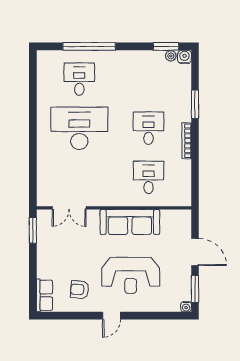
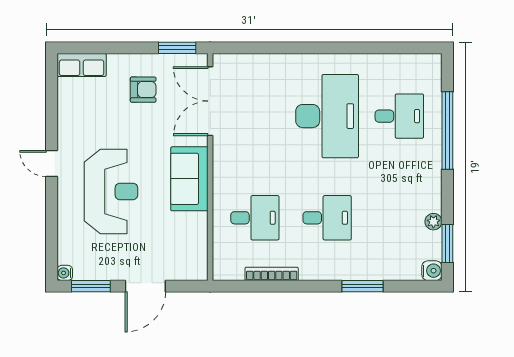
plant: (171, 56) -> (433, 222), moved
bookcase: (187, 141) -> (272, 274), moved
double door: (69, 208) -> (210, 101), width x1.37
sofa: (130, 222) -> (189, 179), width x0.73
reception desk: (131, 275) -> (111, 191), turned 180
armchair: (80, 290) -> (143, 90), moved, turned 84

